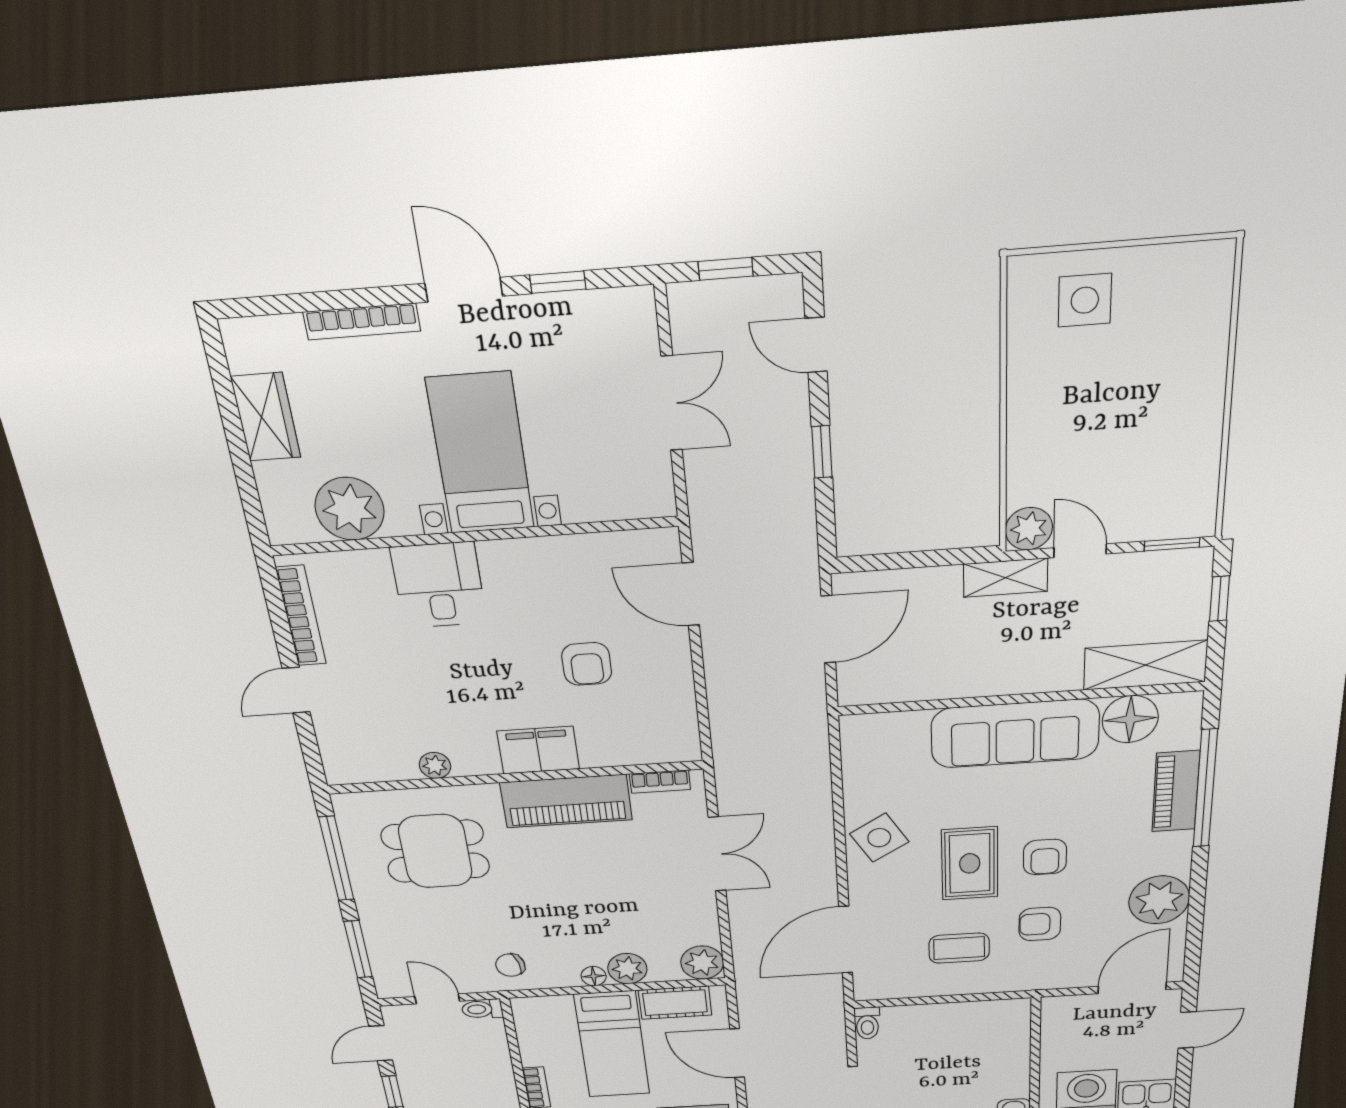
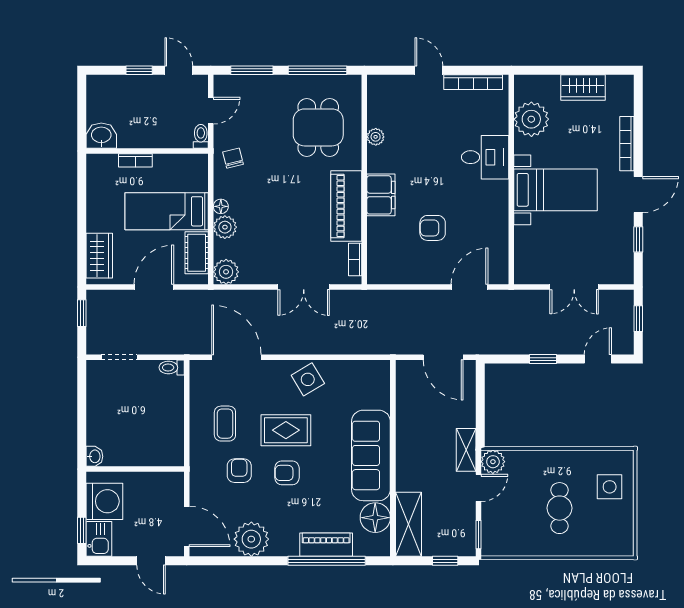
cafe table: (1126, 397) -> (560, 508), added

